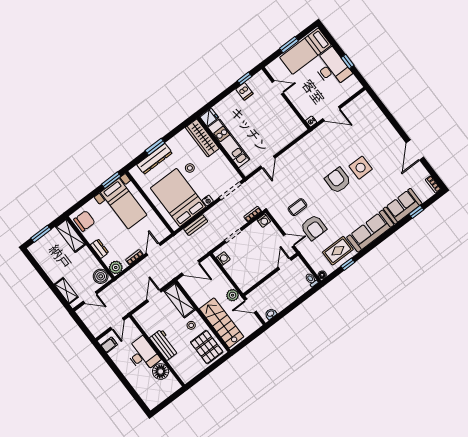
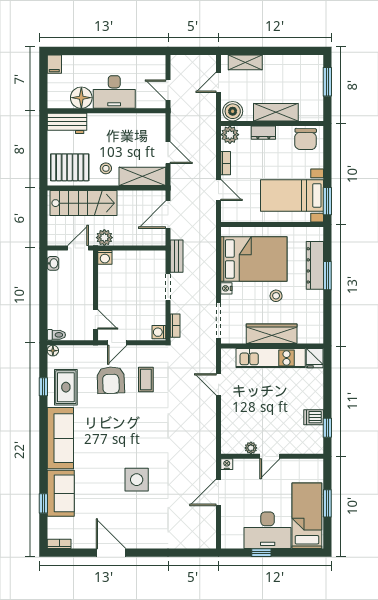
door: (278, 87) -> (270, 456), moved
plant: (291, 115) -> (251, 448), added
wardrobe: (202, 138) -> (272, 334), moved
armchair: (338, 180) -> (142, 445), removed
bench: (196, 225) -> (177, 256), moved
armchair: (314, 227) -> (111, 380), turned -92
shelving: (70, 236) -> (276, 112), moved
washing machine: (223, 259) -> (105, 257), moved
filing cabinet: (109, 345) -> (54, 64), moved
workbench: (164, 345) -> (67, 123), moved

